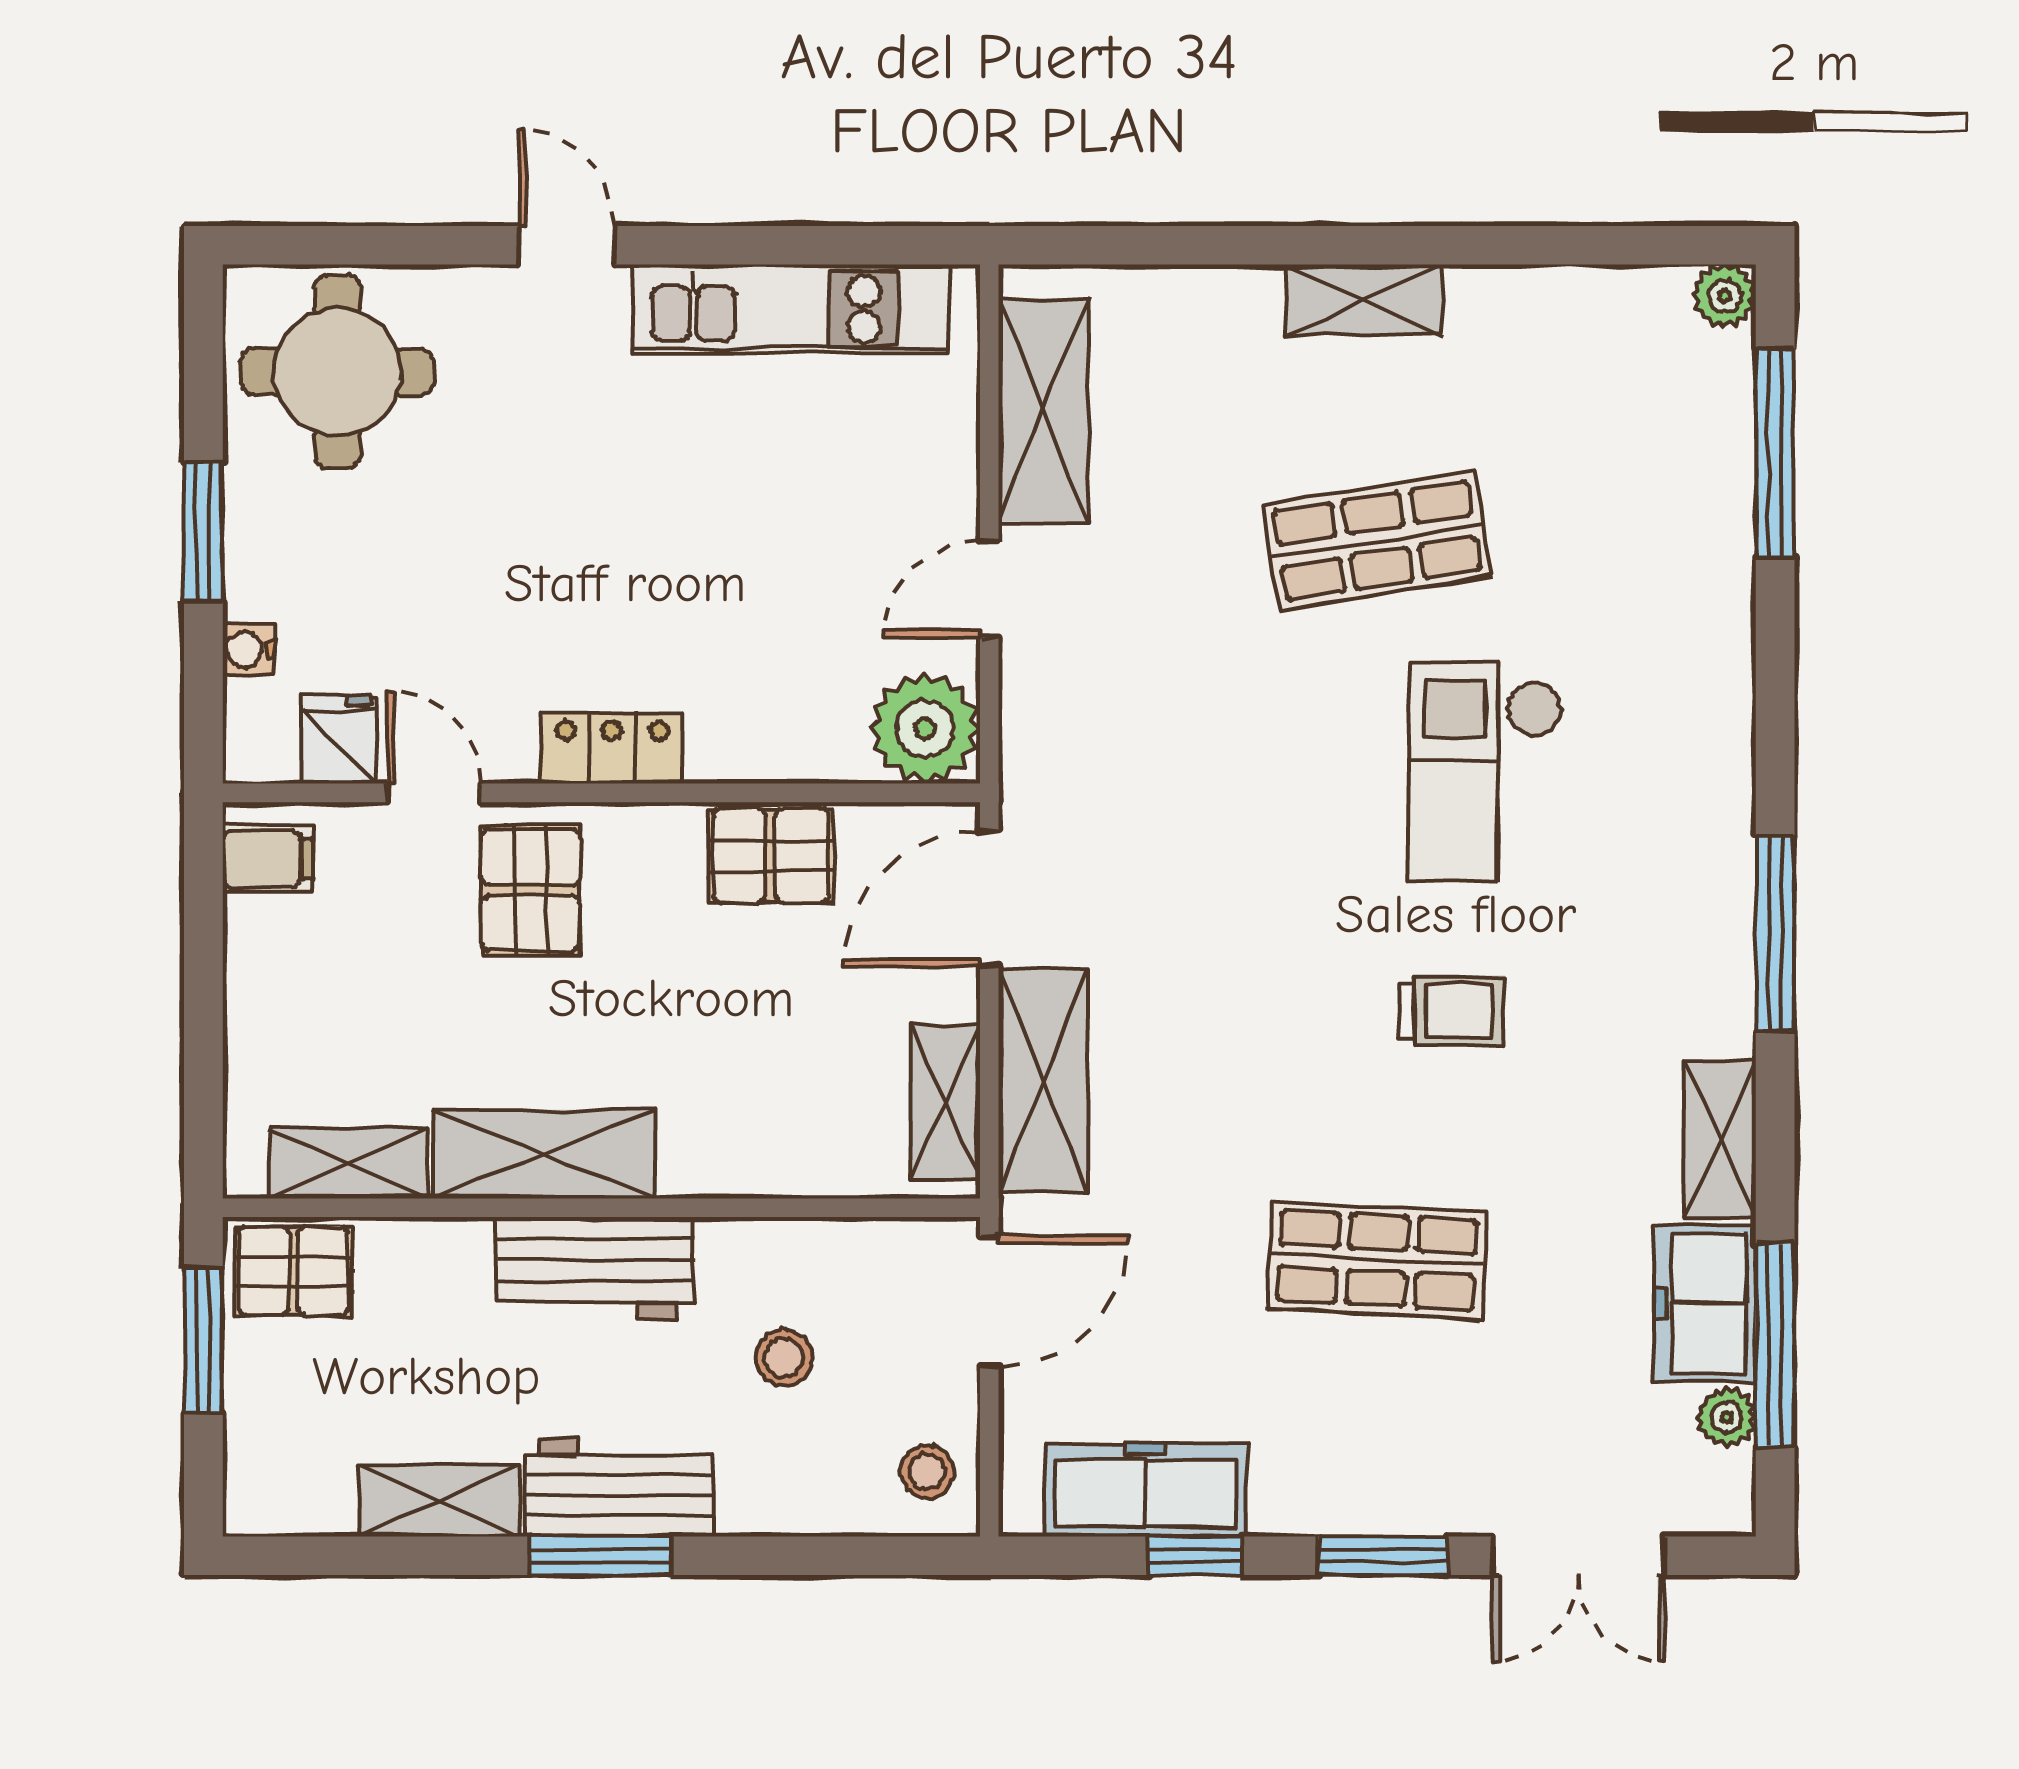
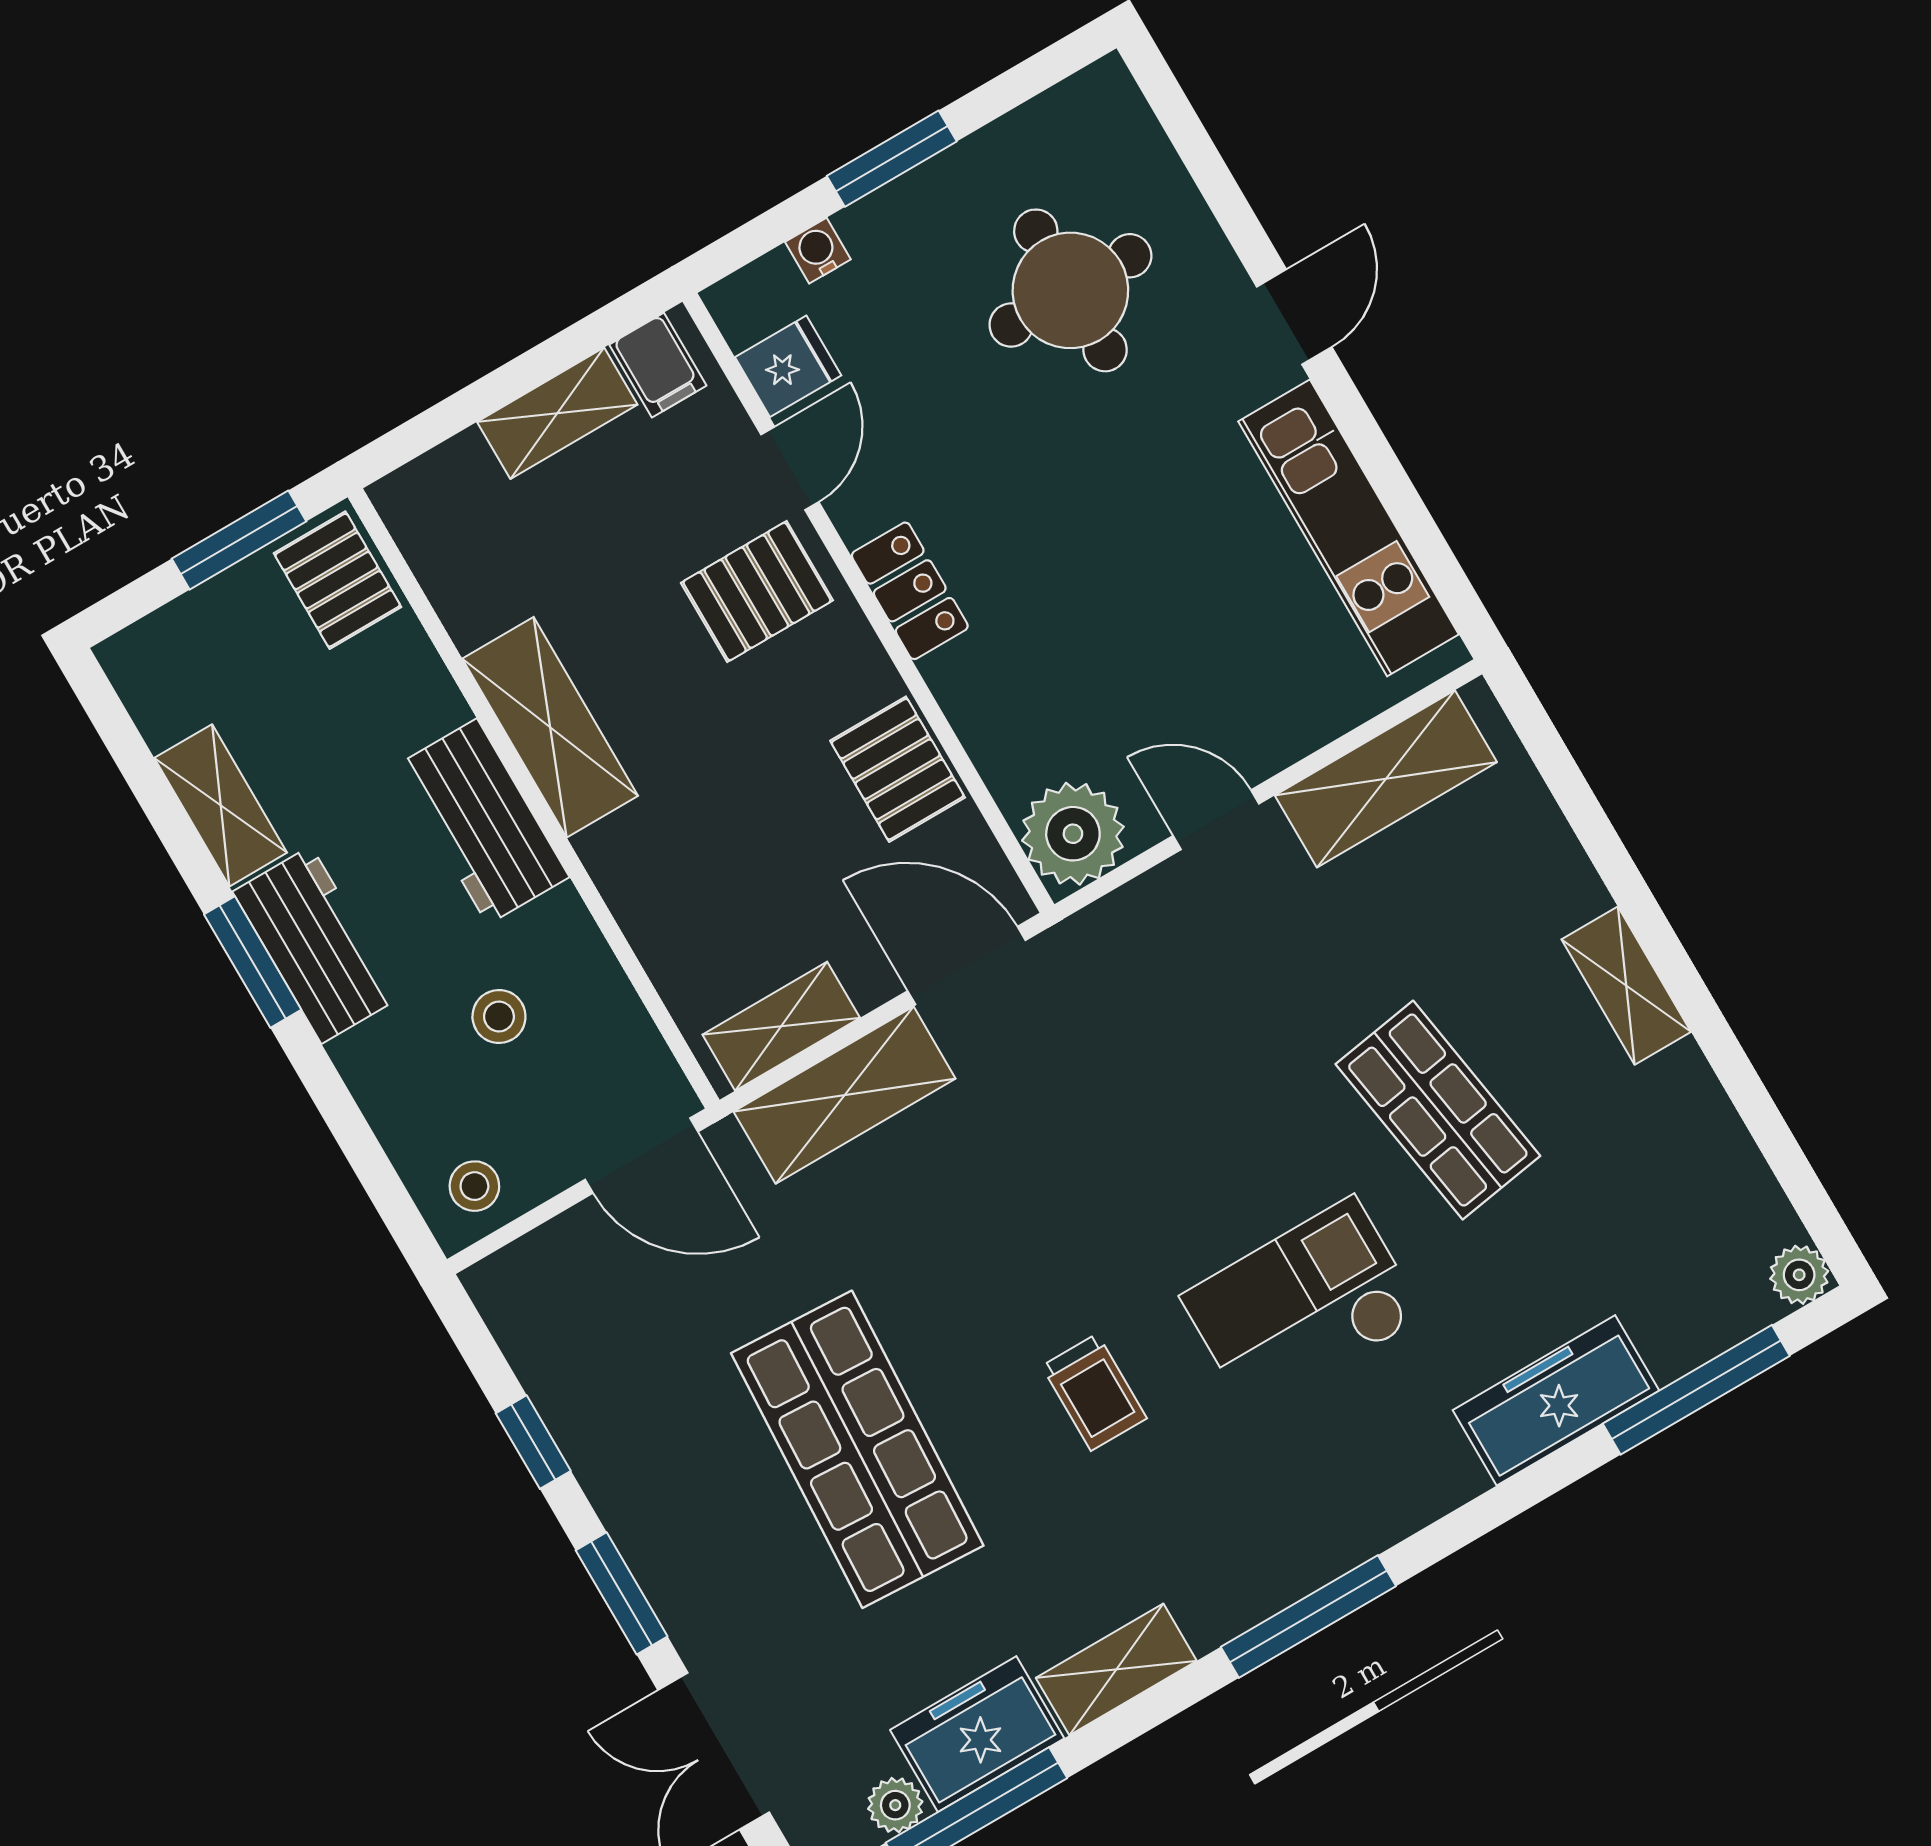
round table: (337, 371) -> (1070, 290), moved
shelving: (348, 1163) -> (557, 413), moved, turned 90
shop shelf: (1377, 1260) -> (857, 1449), width x1.43, depth x1.36
freezer: (1146, 1490) -> (1556, 1400), moved, turned -90

